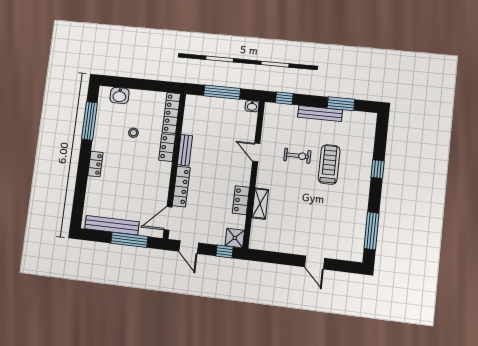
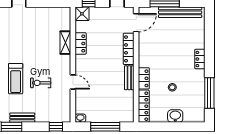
washbasin: (120, 96) -> (175, 116), moved
bench: (320, 113) -> (22, 118), width x0.73

